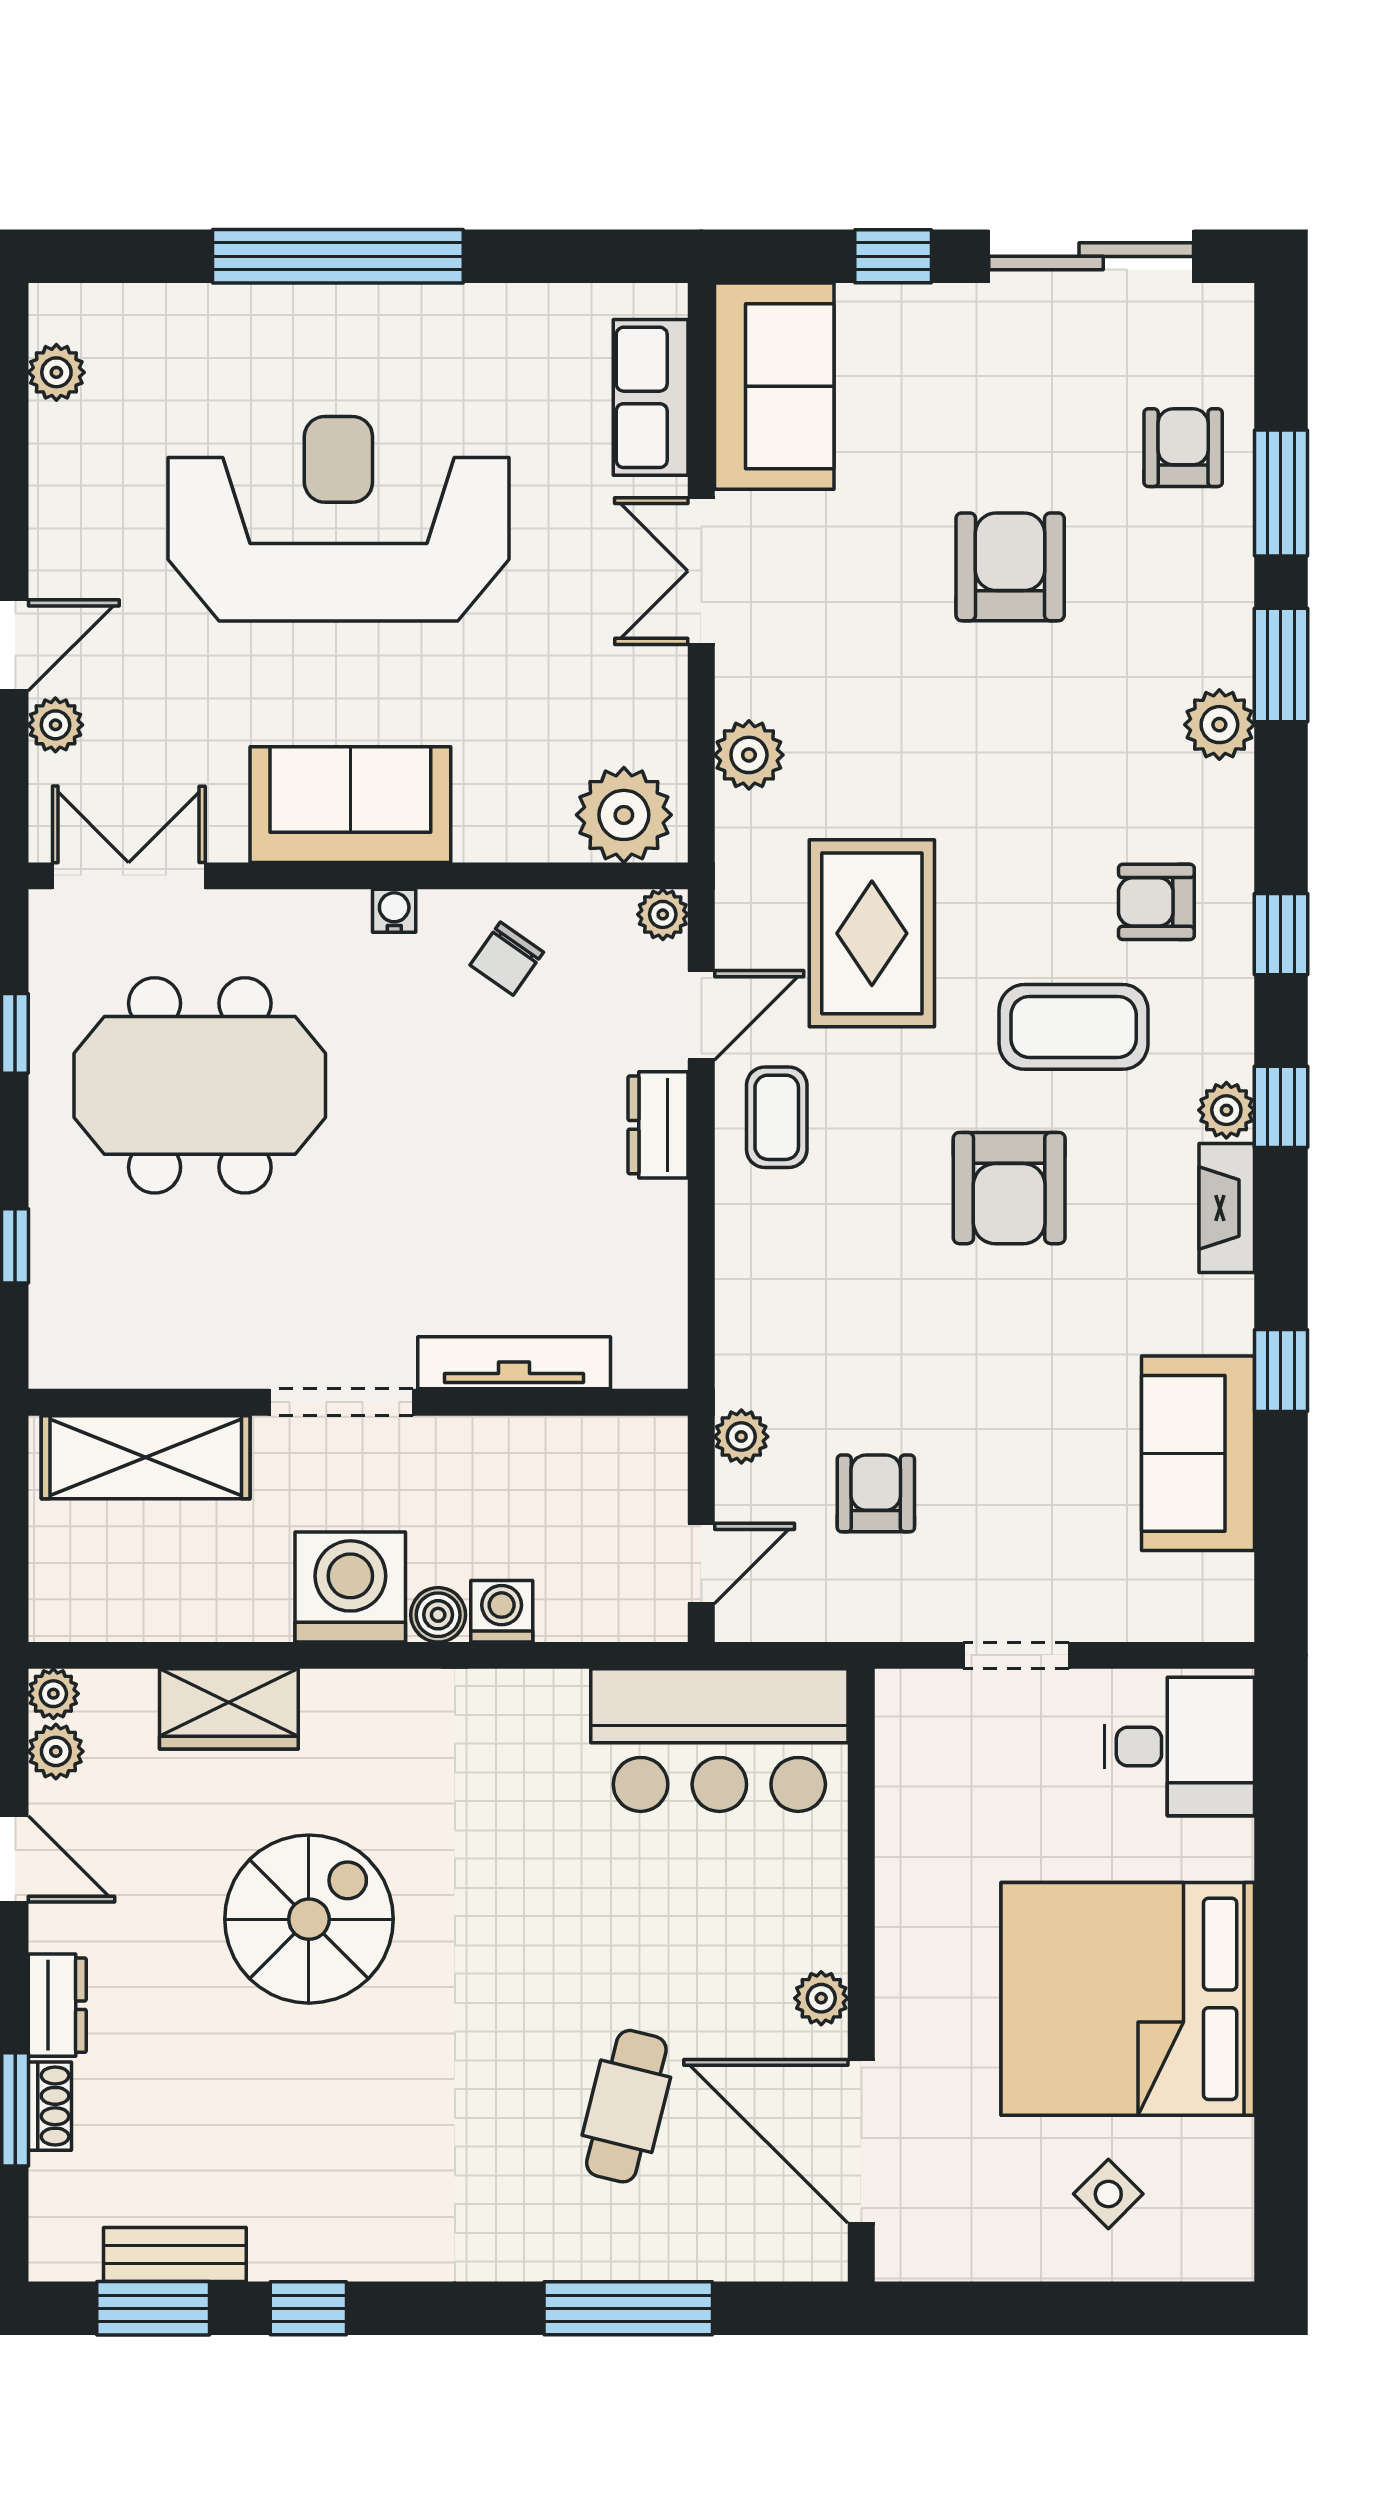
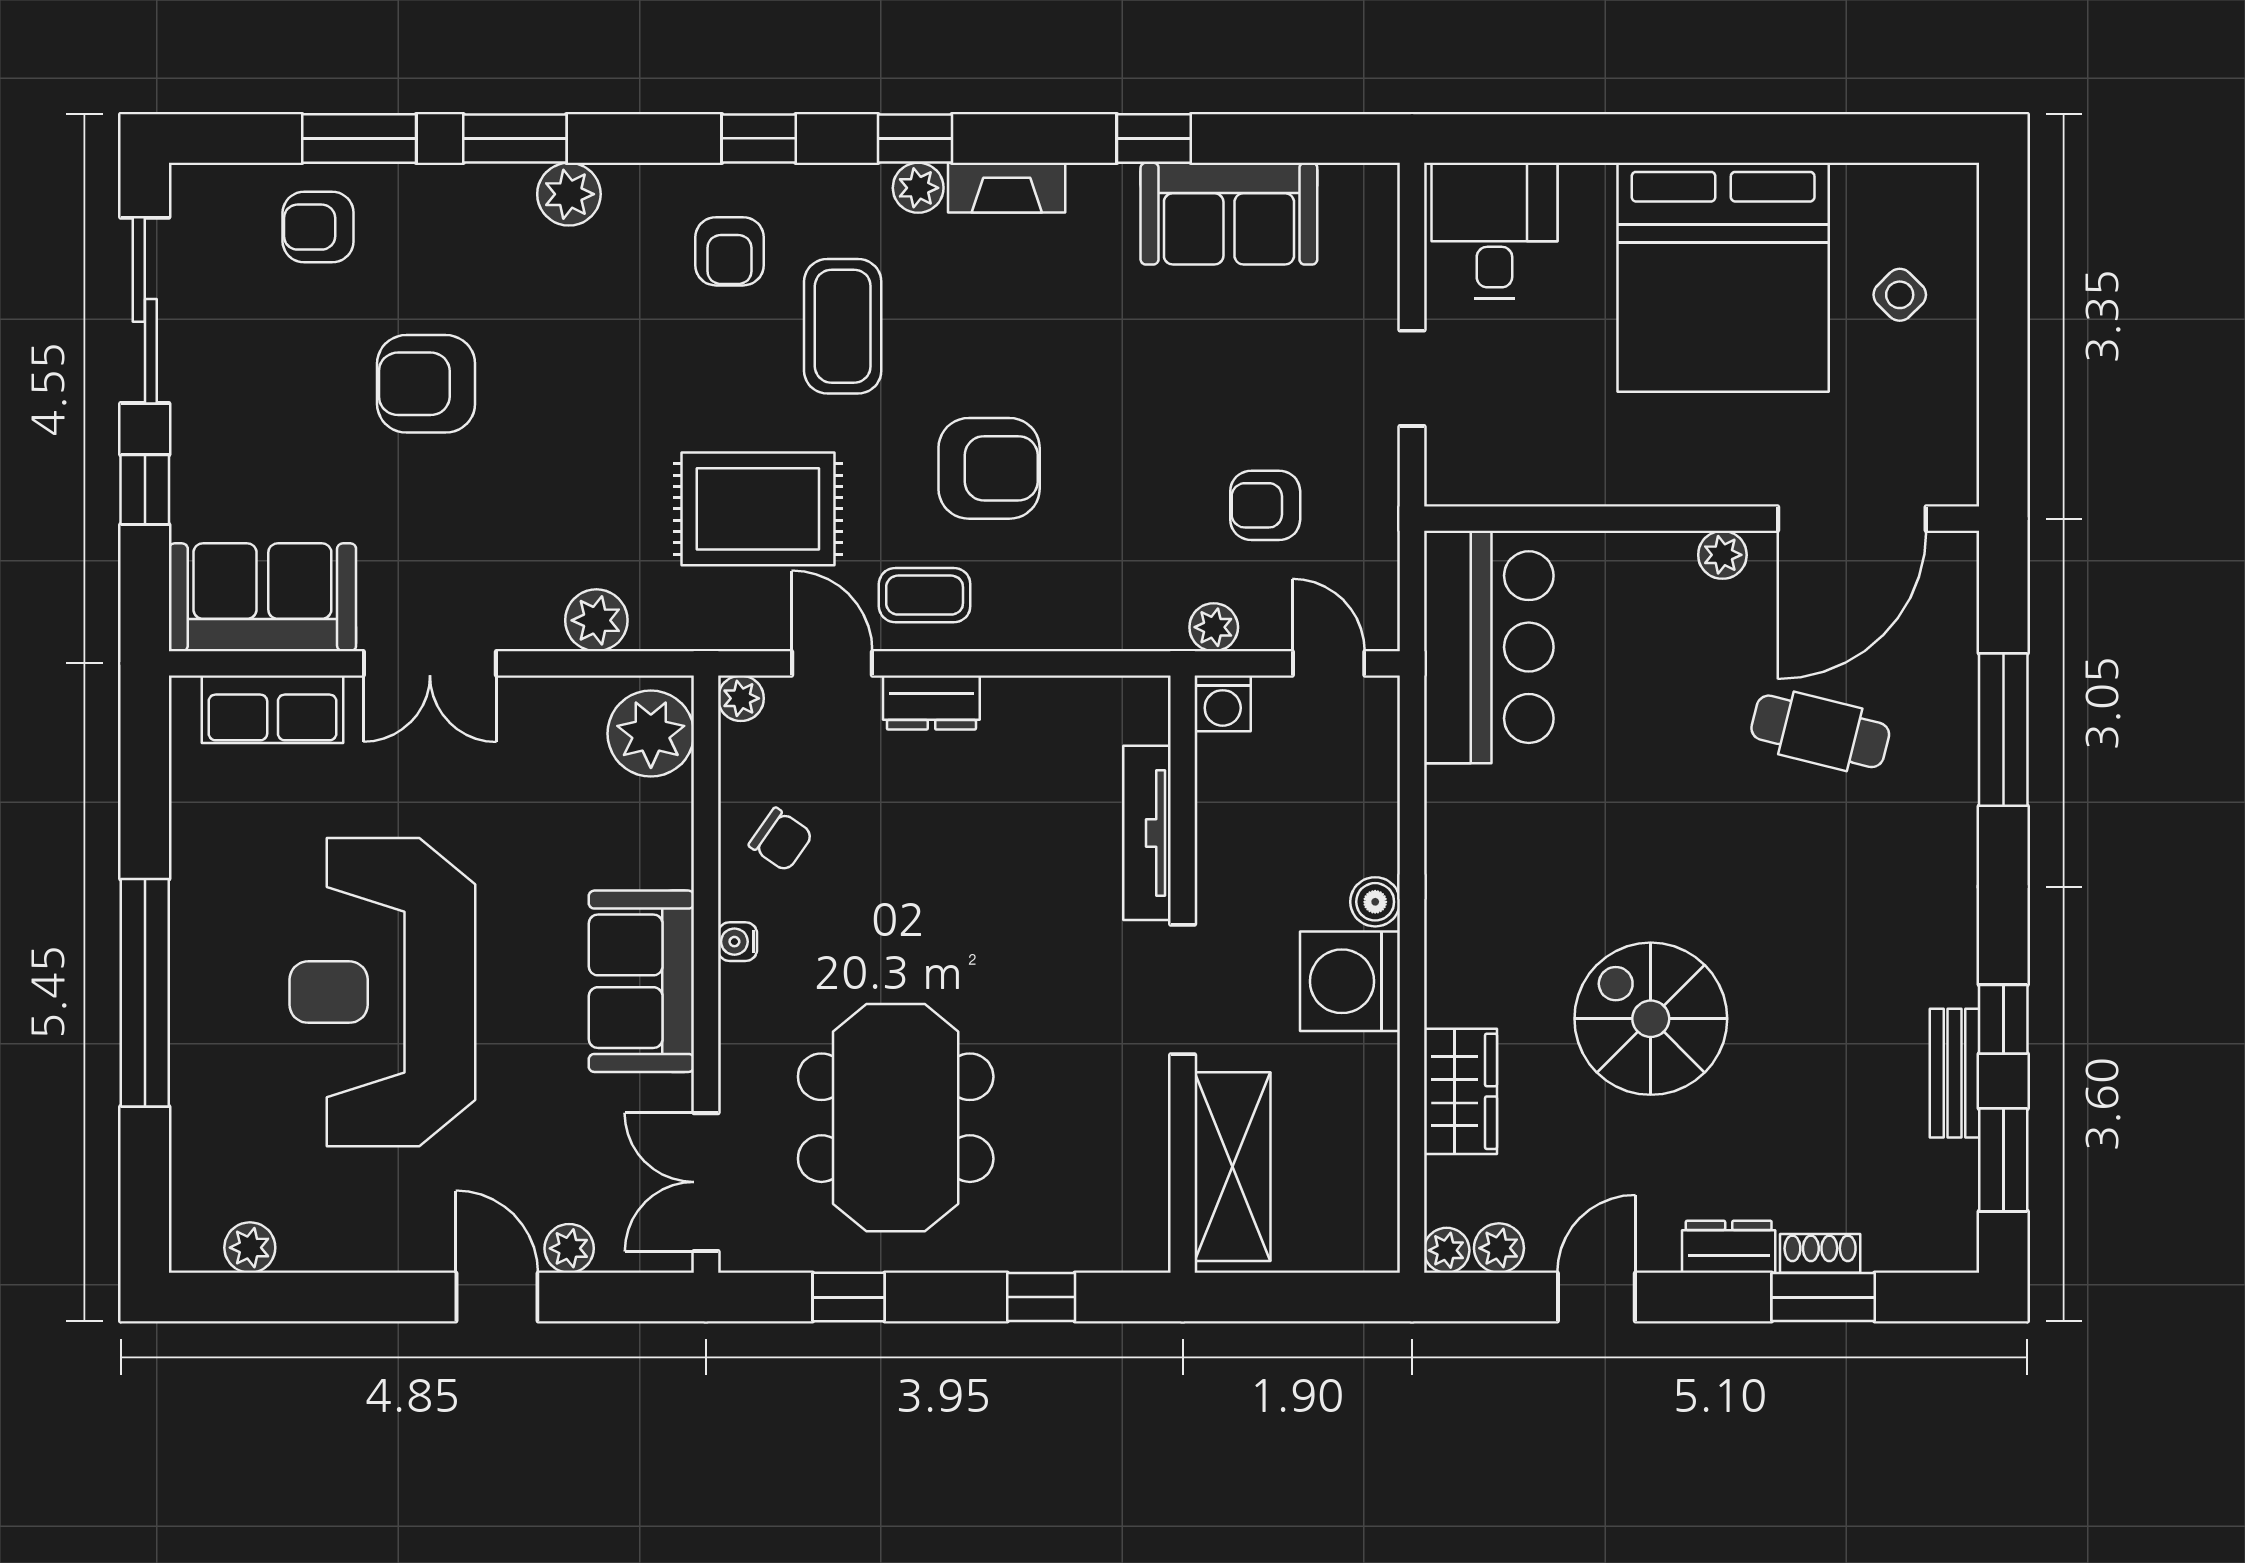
armchair: (1009, 1188) -> (989, 468), moved
washing machine: (502, 1611) -> (1223, 703), moved, turned -90
bench: (175, 2254) -> (1955, 1073), moved

